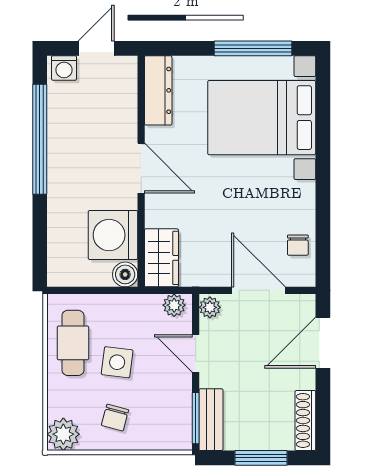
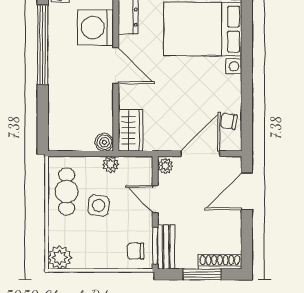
washing machine: (113, 235) -> (96, 28), moved
chair: (298, 245) -> (229, 121), turned 100
door: (258, 290) -> (200, 154), hinge flipped
plant: (174, 305) -> (111, 164), moved
chair: (115, 418) -> (136, 251), moved, turned 75
shoe rack: (305, 420) -> (220, 262), moved, turned 90

